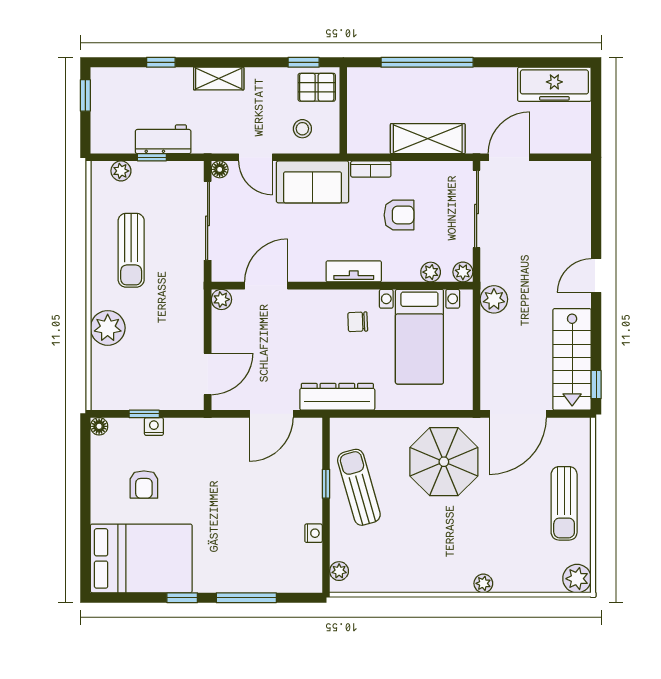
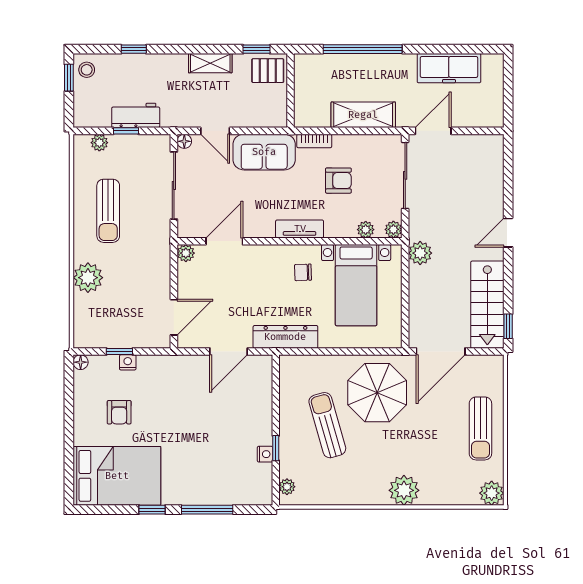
shelving: (219, 79) -> (210, 63), moved
freezer: (554, 84) -> (449, 68), moved
stool: (302, 129) -> (87, 70), moved
window: (326, 484) -> (276, 448), moved
sun lounger: (359, 487) -> (327, 425), moved
plant: (483, 583) -> (404, 490), width x1.87, depth x1.87

